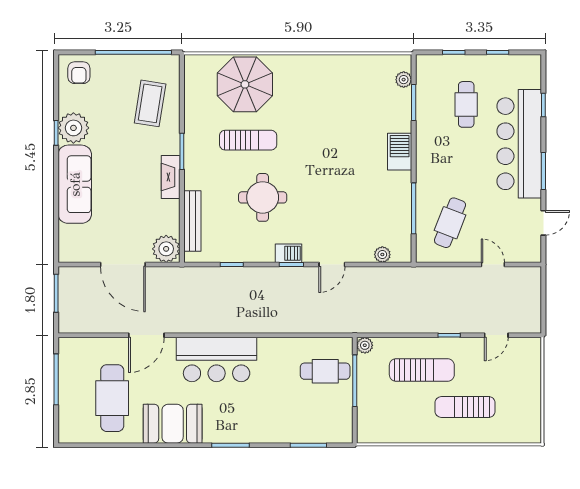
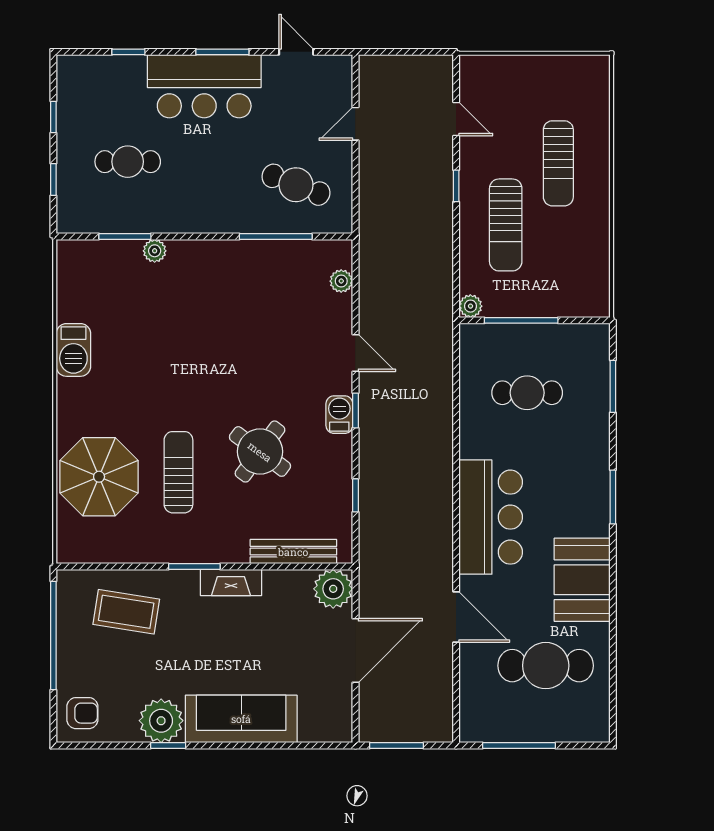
plant: (404, 80) -> (155, 251), moved
bar counter: (519, 144) -> (204, 86), width x0.73
barbecue: (400, 152) -> (73, 350), moved, turned -90
round table: (263, 197) -> (260, 452), turned 36
sun lounger: (422, 370) -> (506, 225), turned 180
cafe table: (325, 371) -> (527, 393), moved, turned 90

